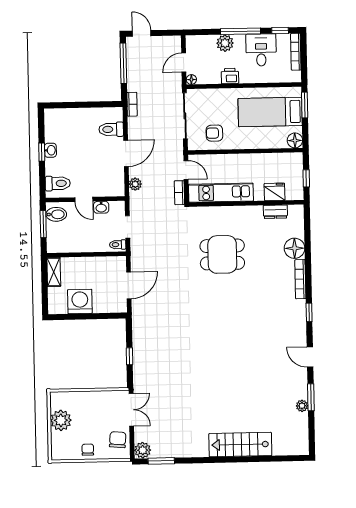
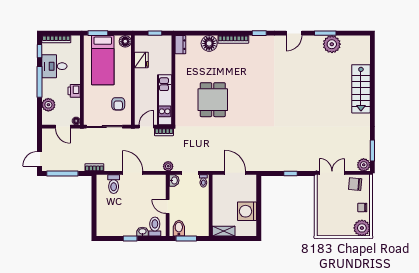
plant: (225, 43) -> (48, 105), moved
washbasin: (50, 150) -> (142, 232), moved
plant: (135, 184) -> (168, 166), moved
fridge: (275, 192) -> (141, 60), moved, turned 180
door: (84, 199) -> (168, 207), swing flipped
washbasin: (101, 207) -> (174, 180), moved
dresser: (275, 212) -> (180, 45), moved
plant: (302, 406) -> (332, 44), width x1.88, depth x1.88
plant: (61, 420) -> (362, 228), moved

